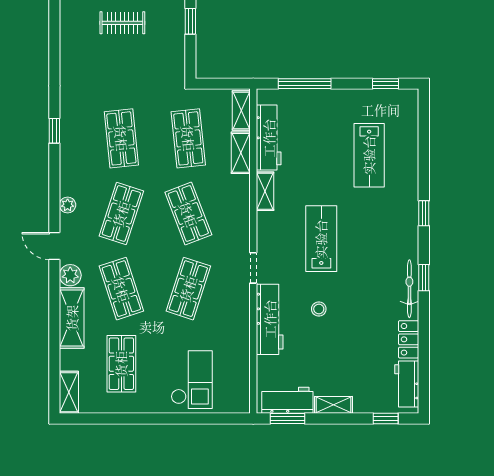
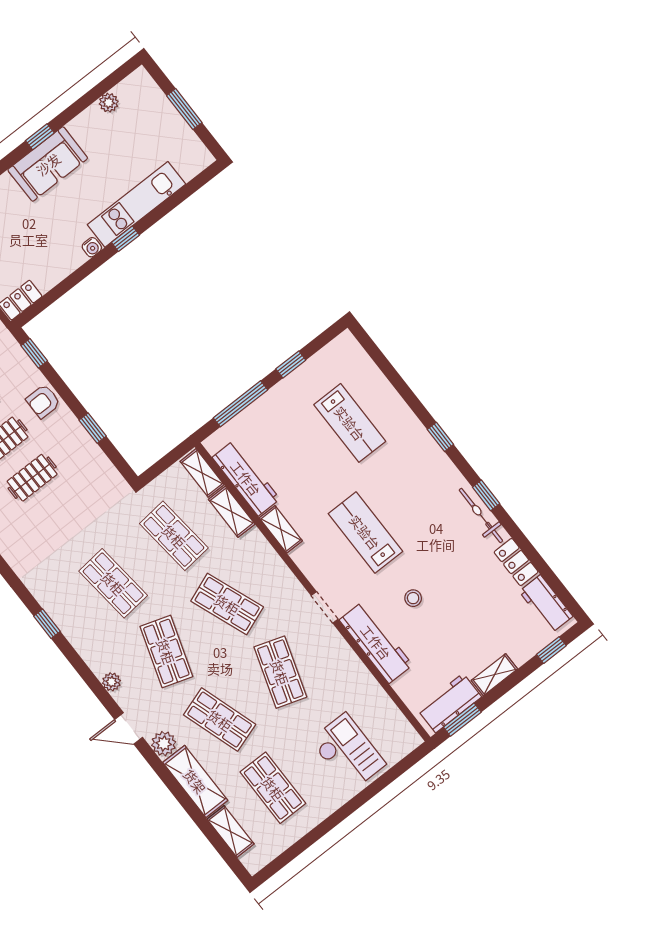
window: (385, 84) -> (291, 365), moved
shelving: (69, 392) -> (231, 832), moved

